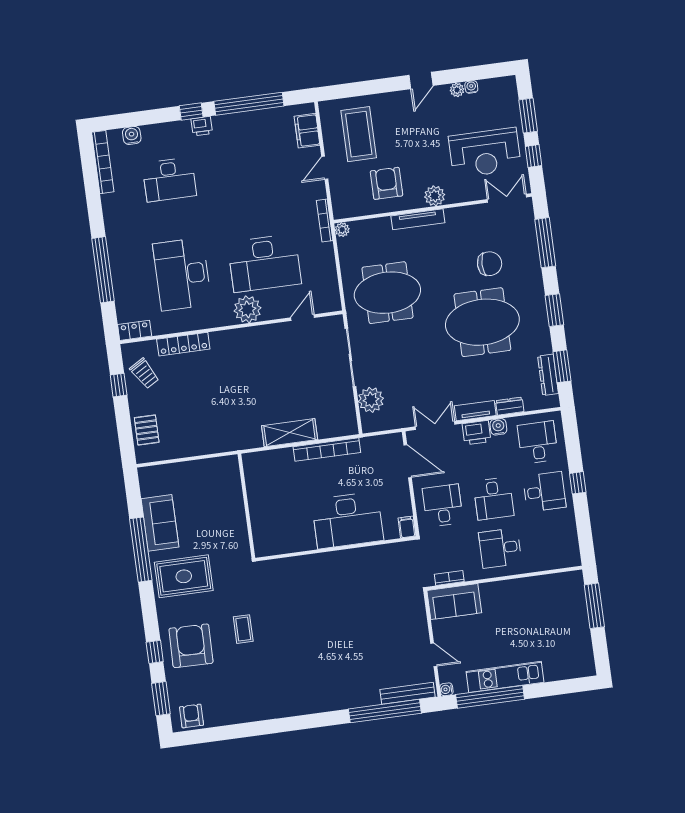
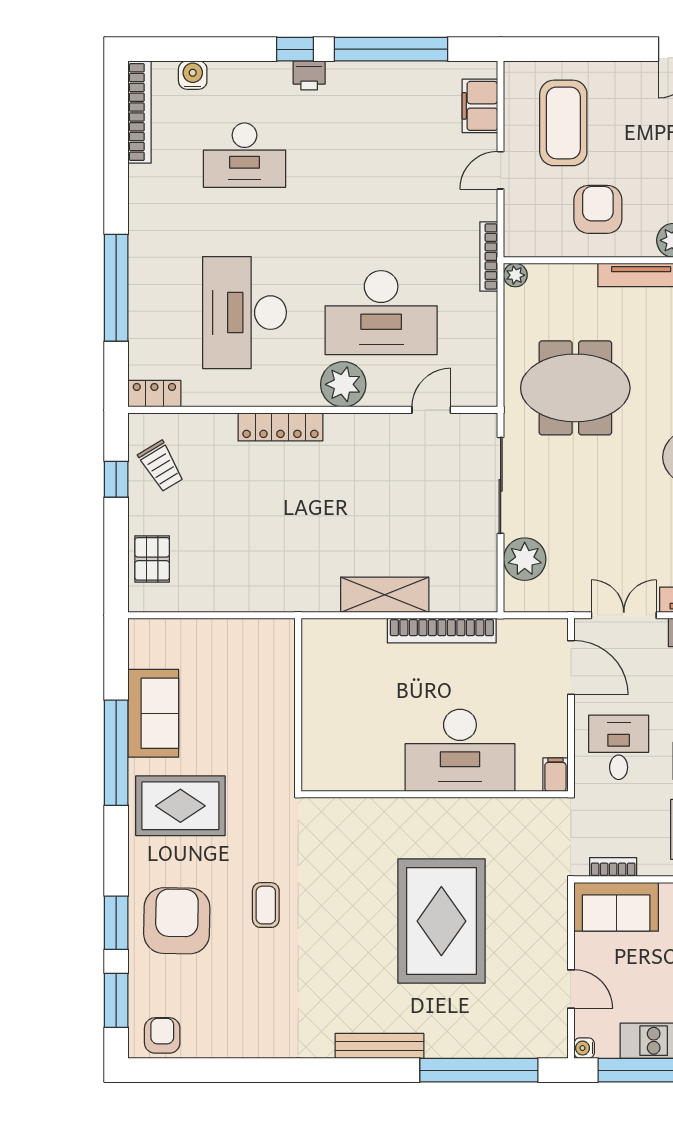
locker: (183, 344) -> (280, 427), moved
rug: (350, 624) -> (441, 921), added
window: (155, 652) -> (116, 923), width x1.50
bench: (408, 693) -> (379, 1046), moved

